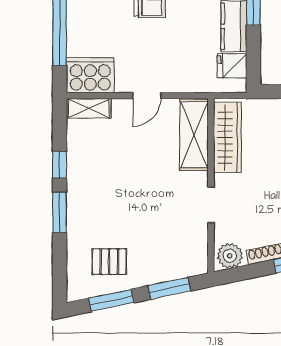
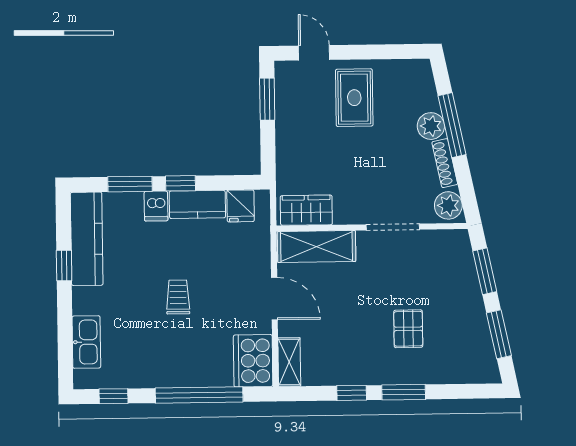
door: (147, 96) -> (274, 299), width x1.38
wardrobe: (227, 138) -> (306, 210), width x0.67
doorway: (211, 205) -> (393, 227), width x1.38
pallet: (109, 262) -> (408, 329), moved

